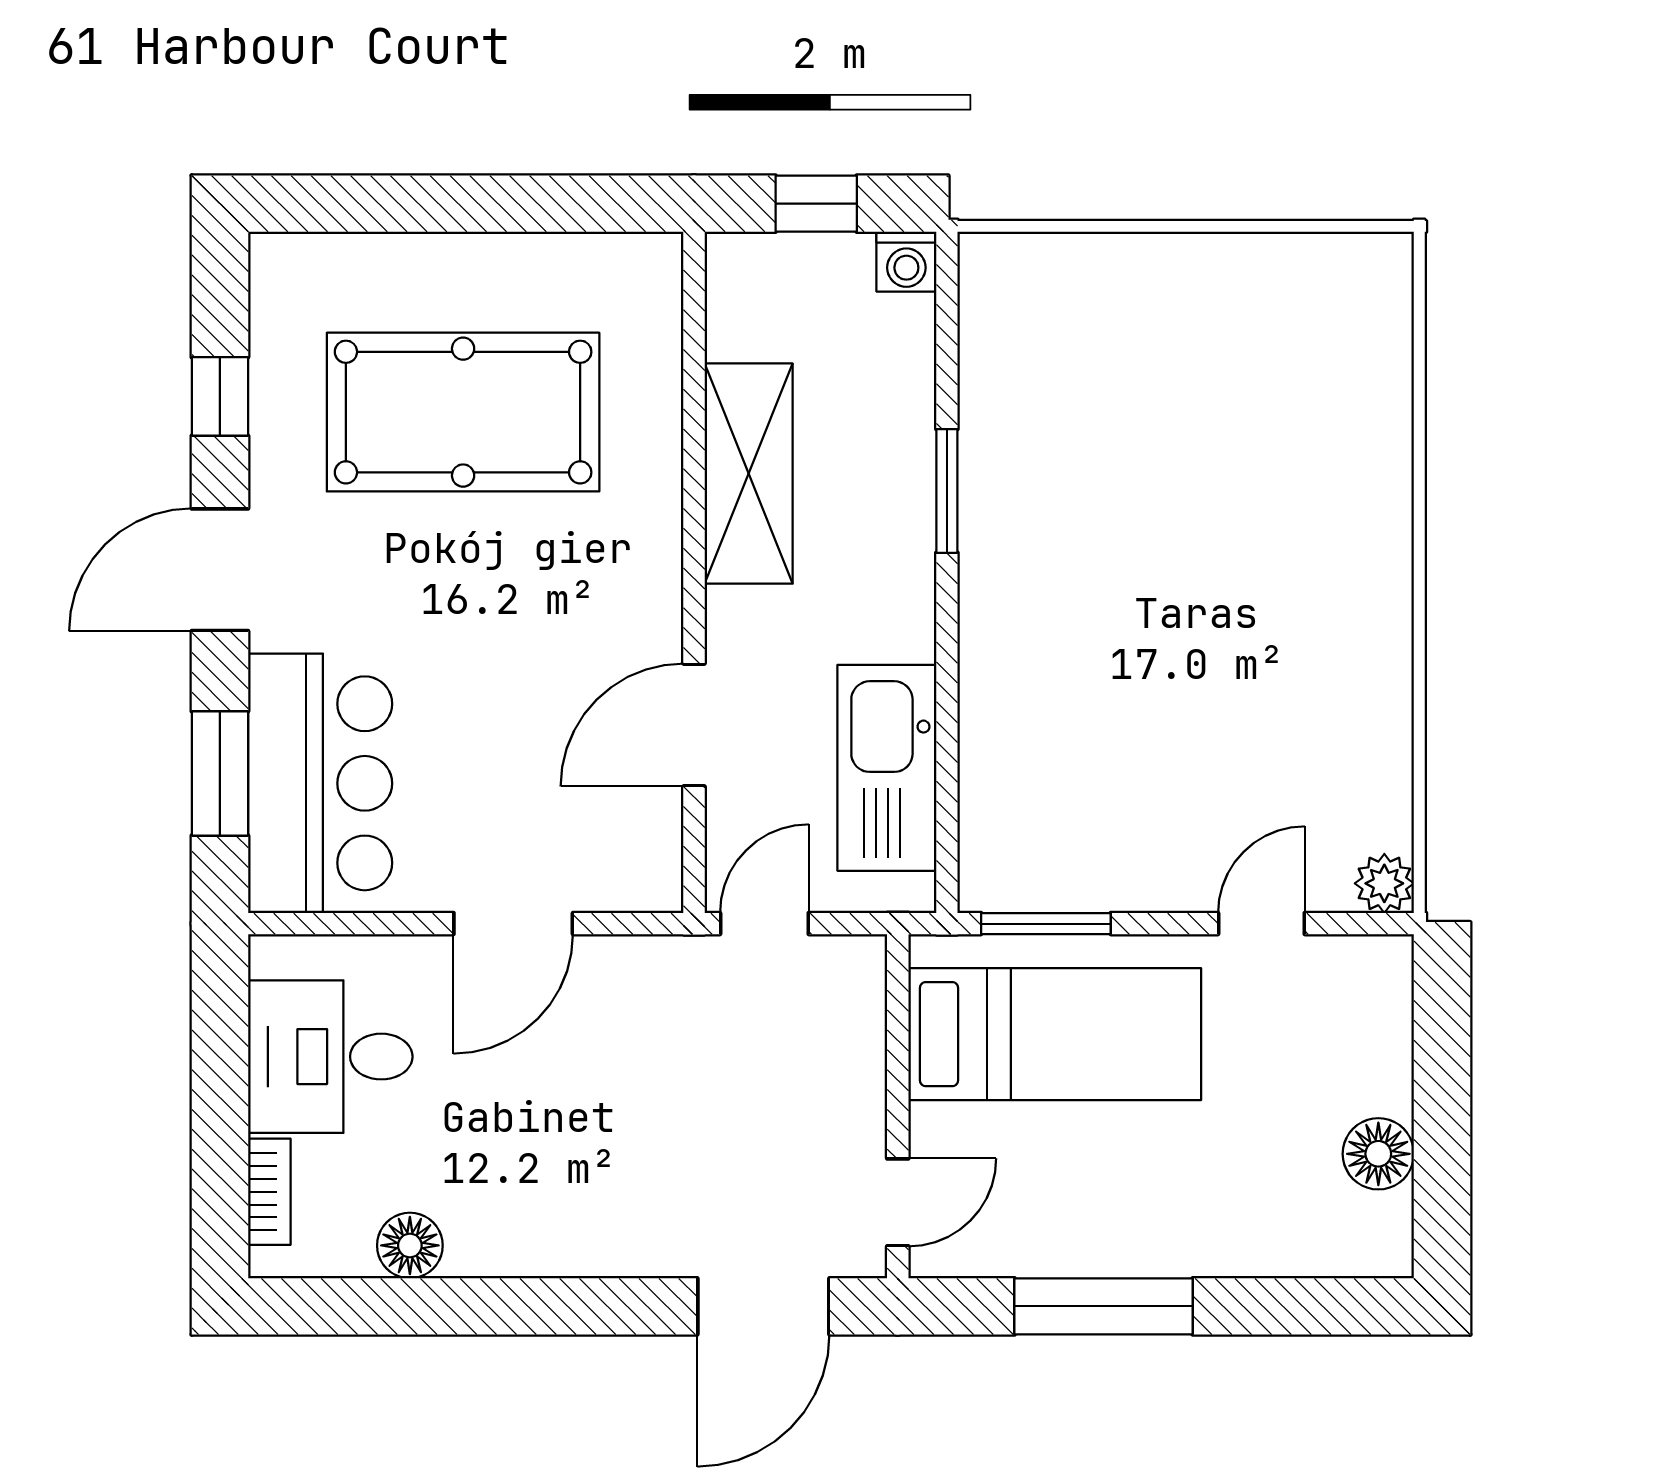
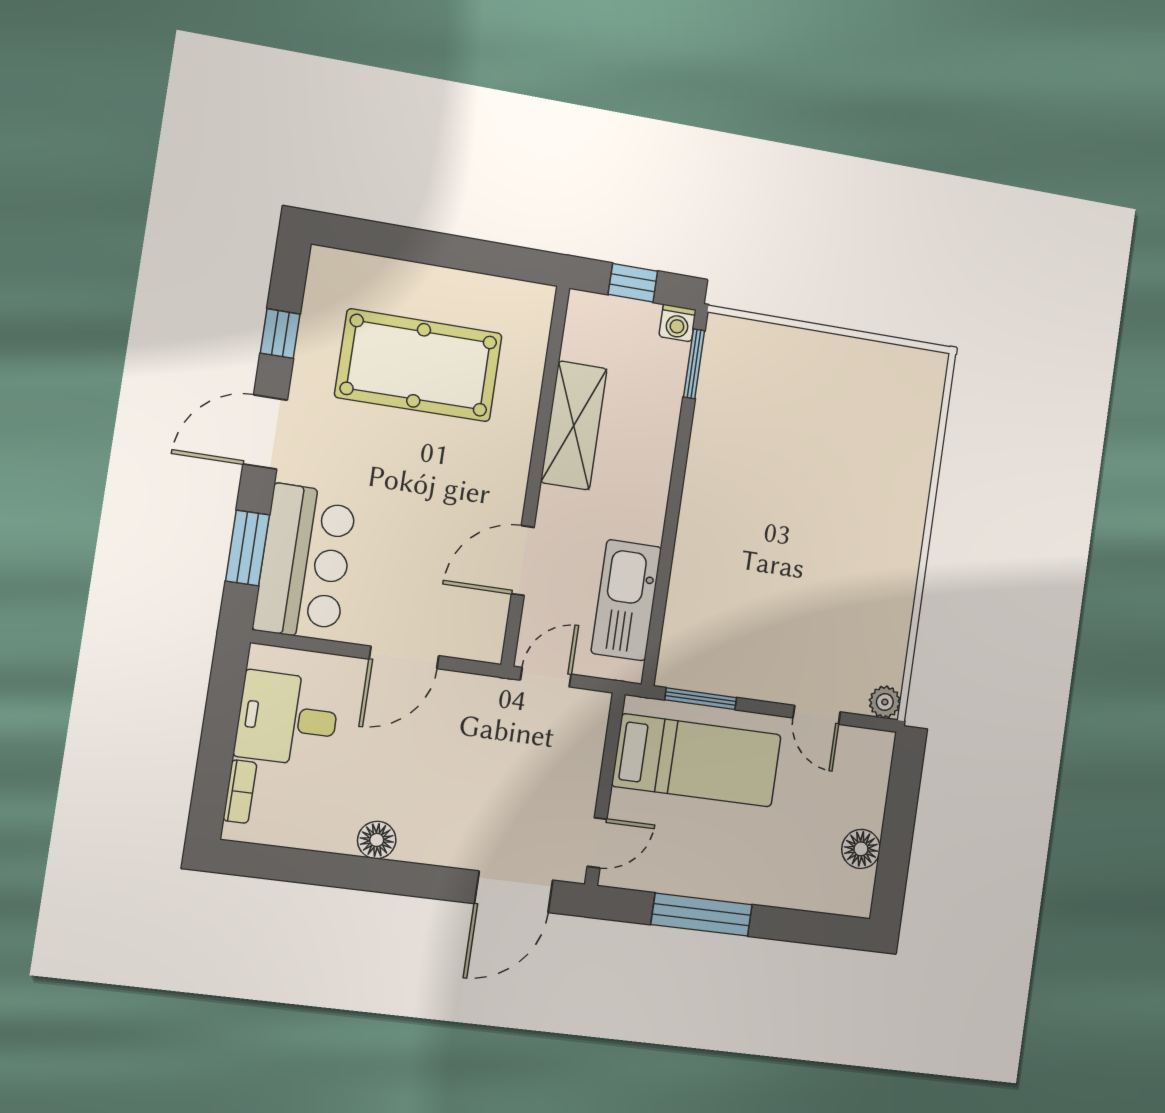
window: (947, 491) -> (694, 364), moved
door: (1261, 924) -> (817, 715), swing flipped
floor lamp: (410, 1245) -> (377, 840), moved

